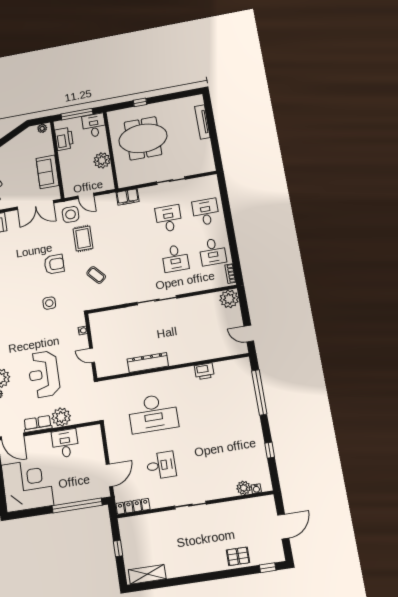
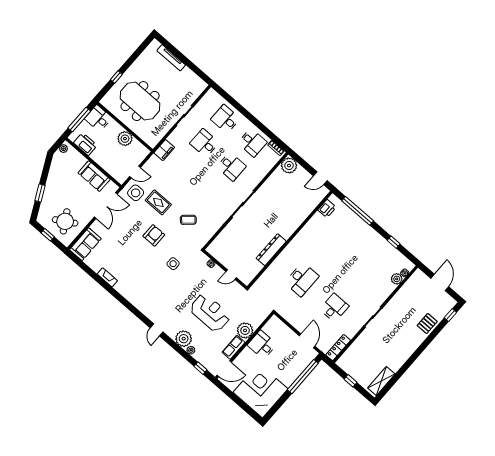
meeting table: (143, 138) -> (140, 101), turned 90
printer: (204, 371) -> (327, 209), moved
reception desk: (44, 374) -> (210, 313), turned 180
desk: (153, 413) -> (302, 279), width x0.73, depth x0.77

